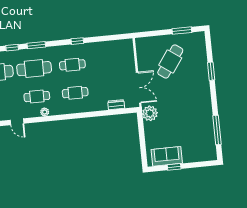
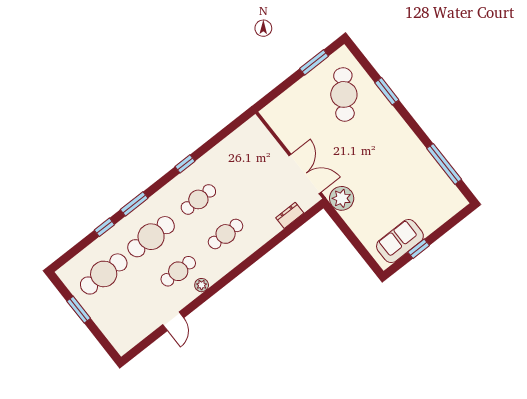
cafe table: (170, 61) -> (344, 94), moved
door: (17, 122) -> (173, 321), hinge flipped

